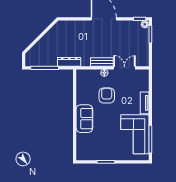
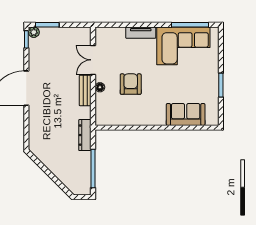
armchair: (107, 96) -> (131, 84), turned 90
sofa: (84, 119) -> (186, 114), moved

